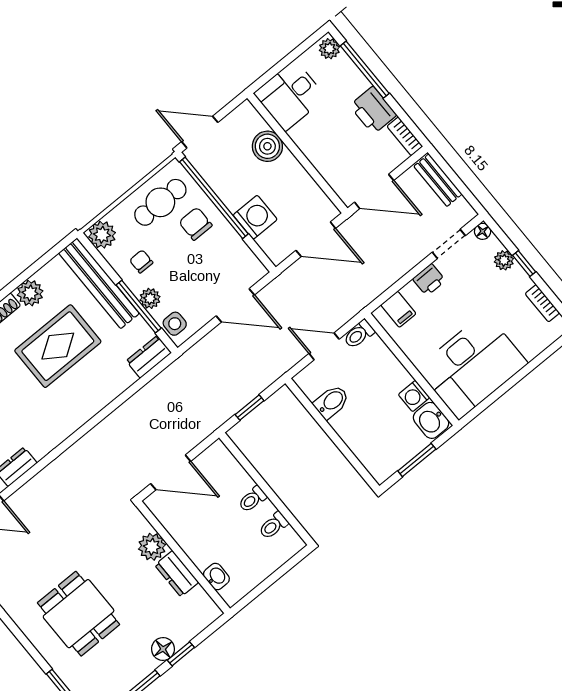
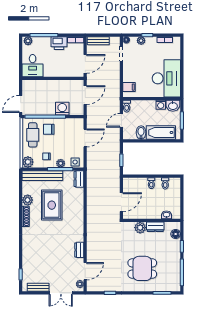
boiler: (267, 146) -> (43, 86), removed
printer: (429, 280) -> (128, 70), removed
bathtub: (362, 439) -> (161, 132), added
floor lamp: (163, 649) -> (176, 234), moved

